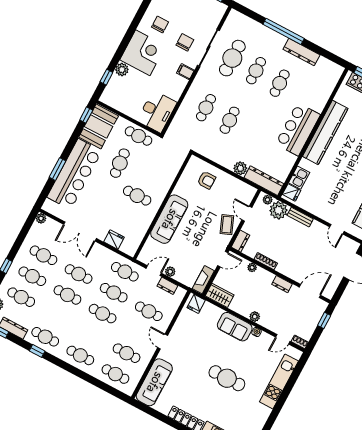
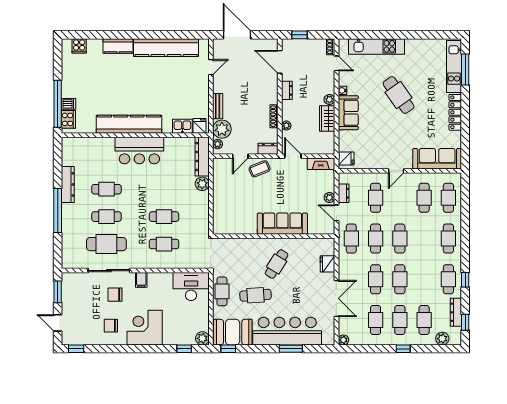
plant: (122, 70) -> (202, 338), moved
armchair: (207, 180) -> (229, 209), removed
cafe table: (137, 196) -> (277, 264), turned 32
wardrobe: (220, 295) -> (327, 119), moved
cafe table: (227, 378) -> (399, 95), turned -35

